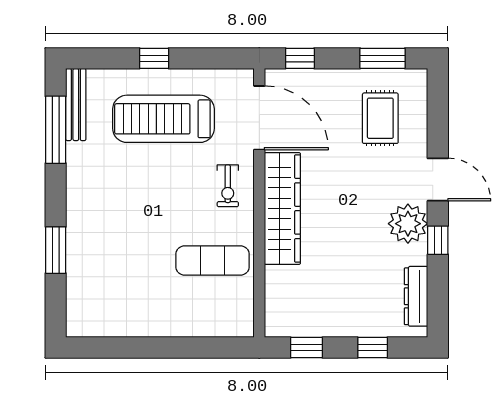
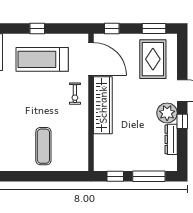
rug: (380, 118) -> (153, 59), width x1.36, depth x1.43
exercise mat: (213, 260) -> (43, 146), moved, turned 90
dresser: (416, 296) -> (171, 139), moved
window: (373, 347) -> (149, 176), width x2.17

